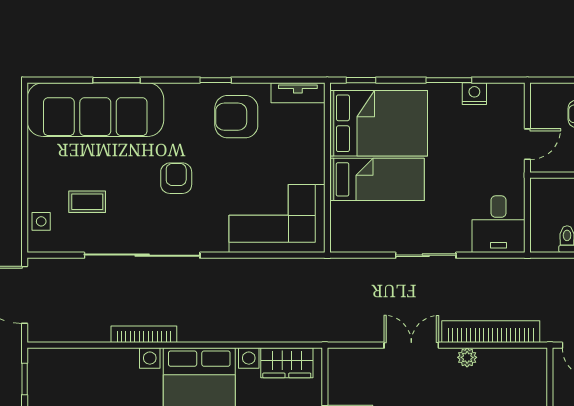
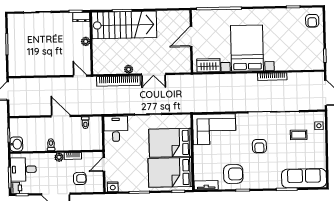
nightstand: (474, 94) -> (113, 187), moved
sofa: (95, 110) -> (304, 178), width x0.74, depth x0.79
bed: (377, 179) -> (170, 143), width x1.50

